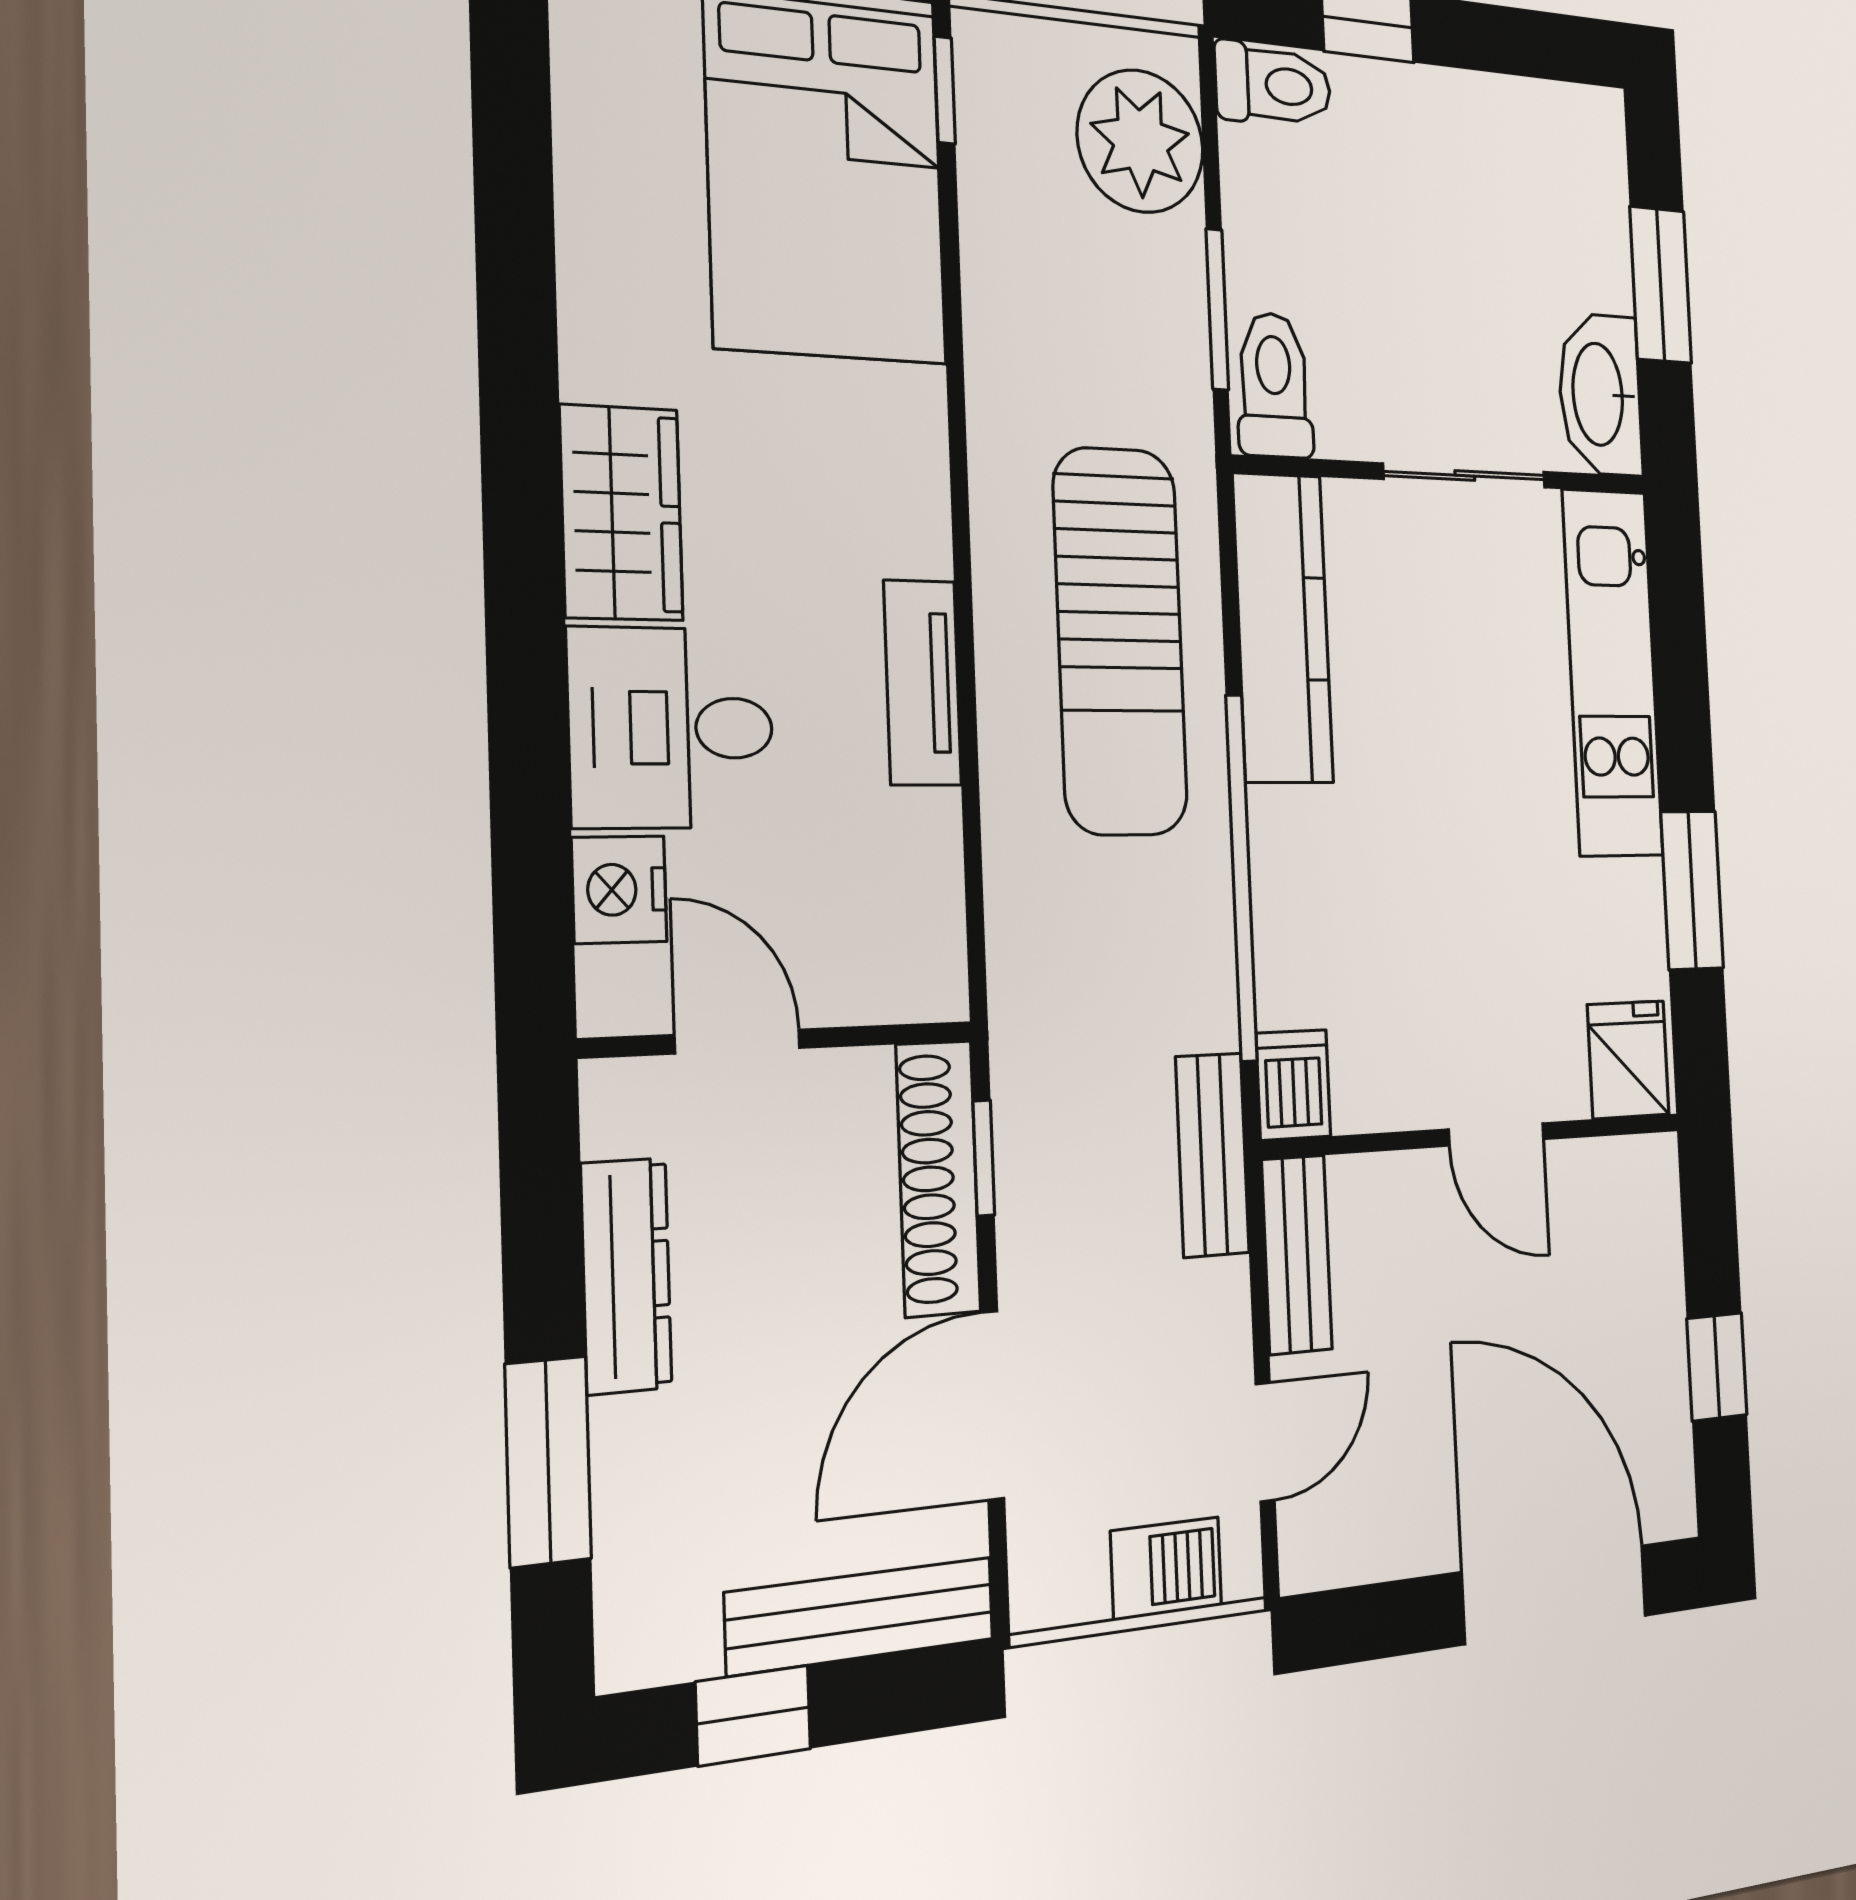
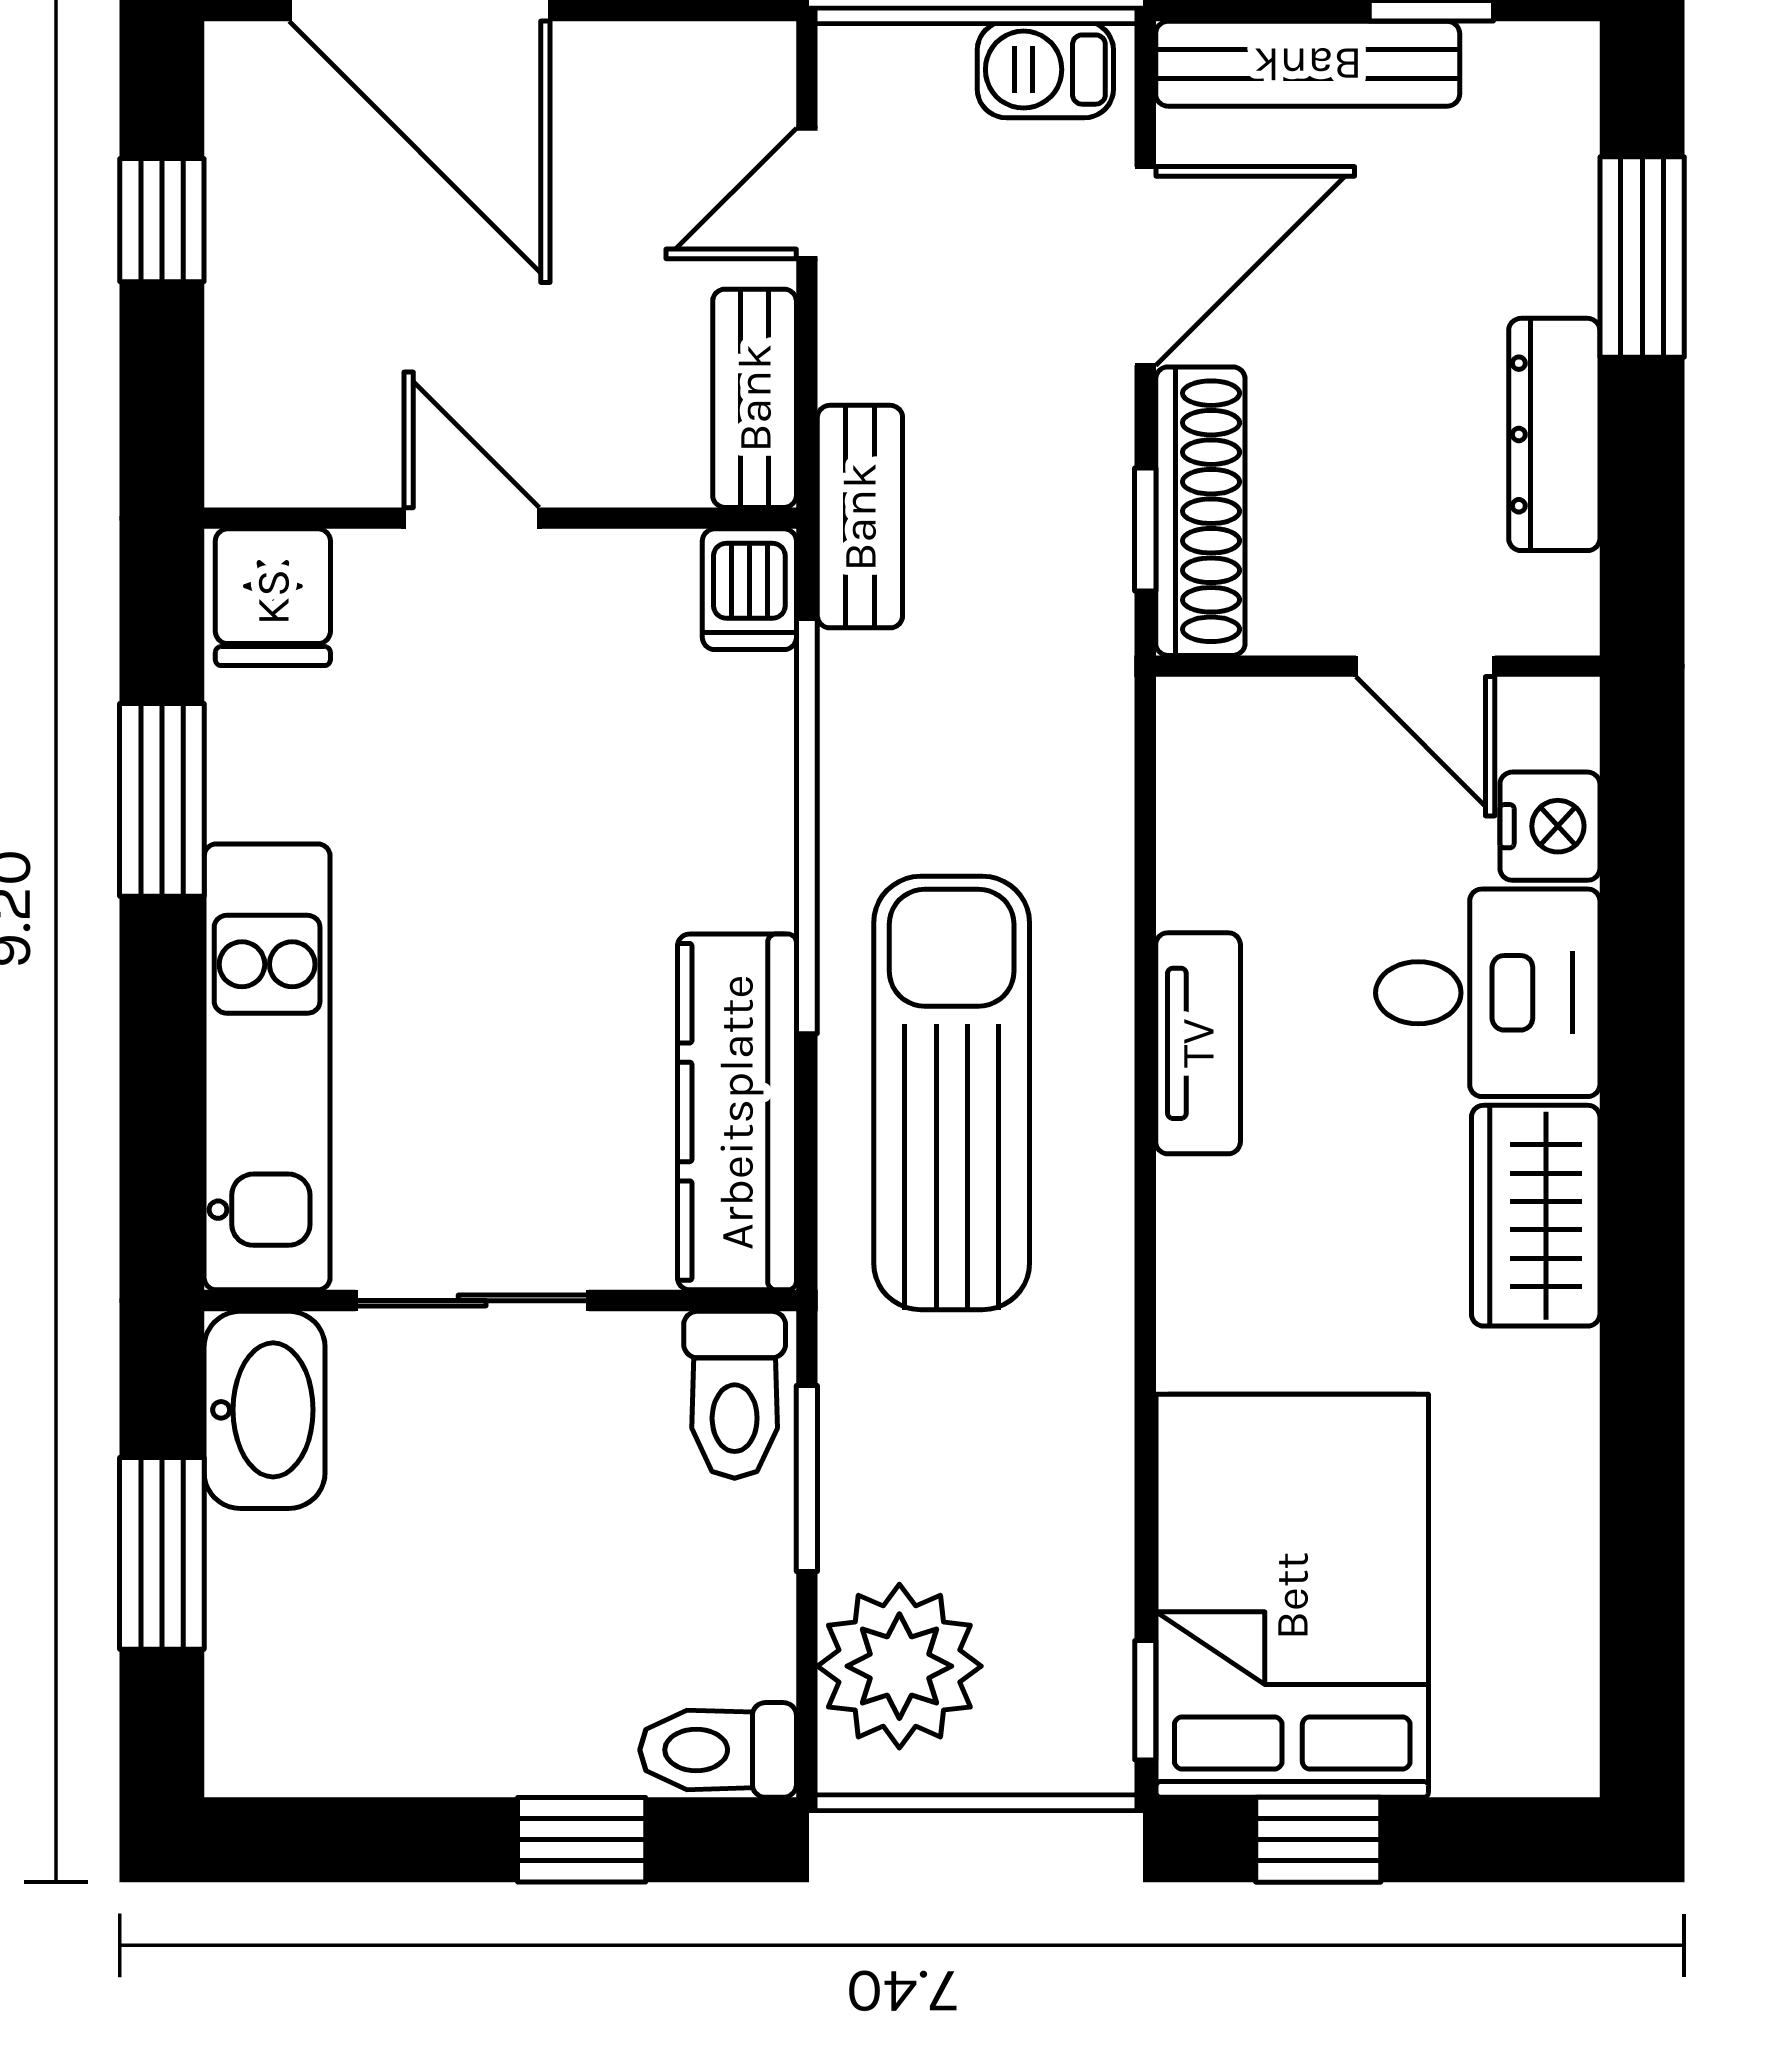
barbecue: (1166, 1569) -> (1045, 70), moved

